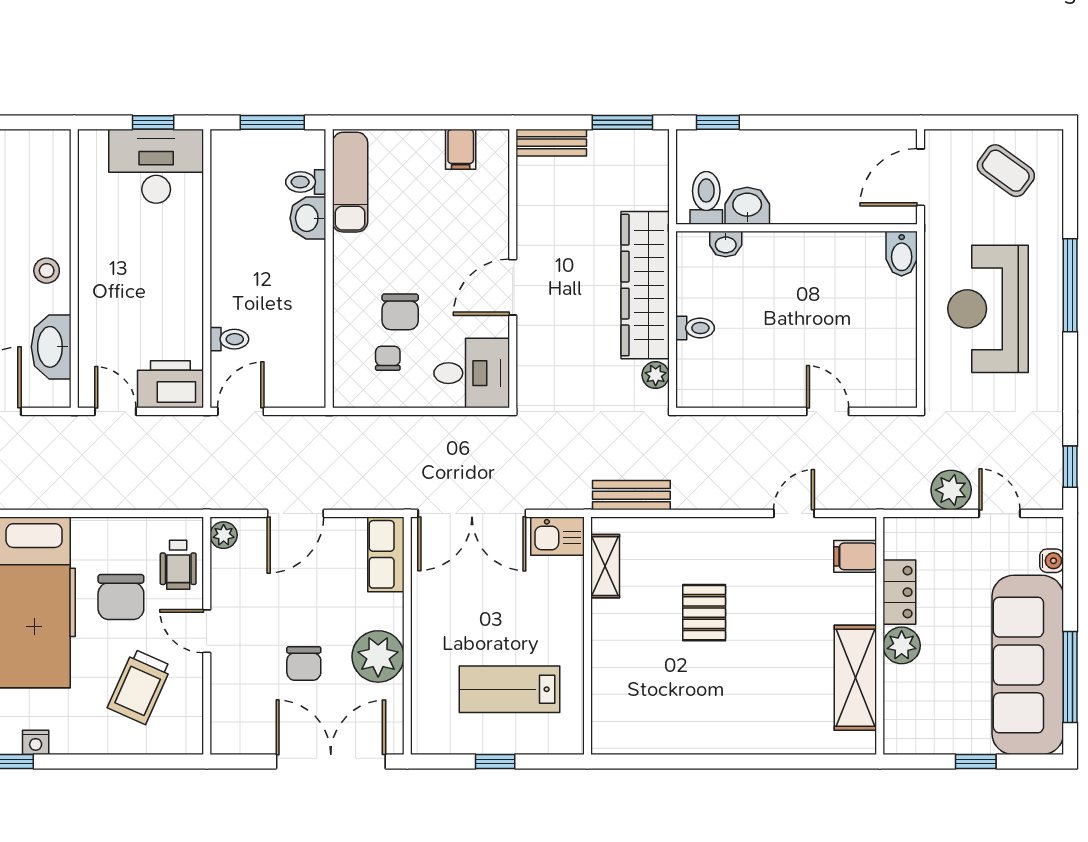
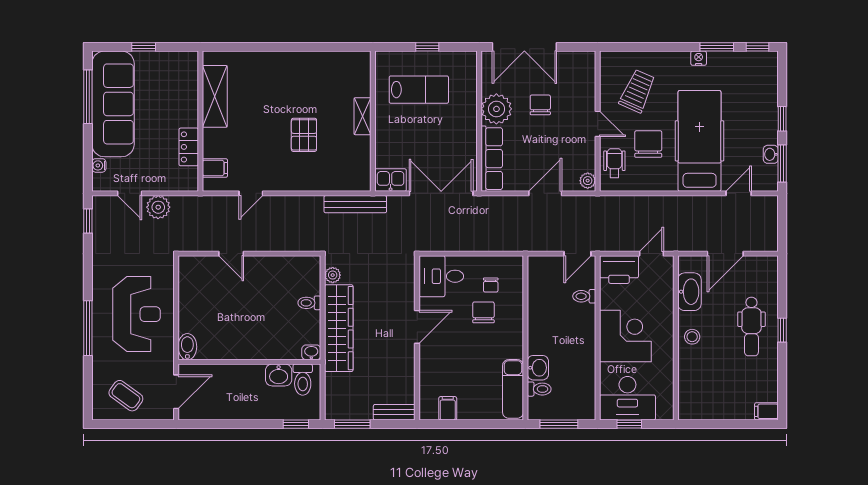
washbasin: (726, 244) -> (311, 352), moved
corner desk: (160, 272) -> (625, 336), added
door: (115, 411) -> (652, 254), swing flipped
bench: (631, 495) -> (355, 204), width x1.36
row of seats: (386, 554) -> (492, 159), width x1.48
shelving: (605, 566) -> (362, 116), moved
plant: (902, 645) -> (187, 115), removed

